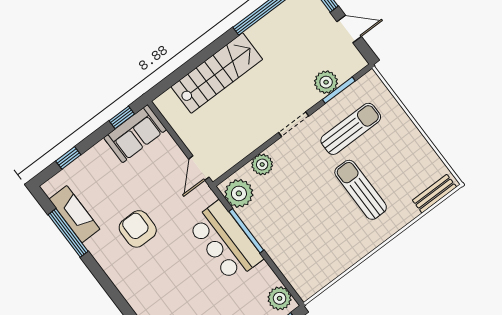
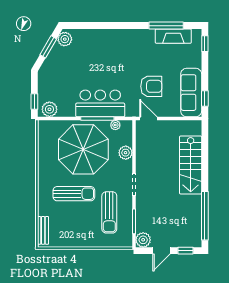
plant: (326, 82) -> (143, 240), moved
sofa: (135, 134) -> (191, 93), width x1.36
window: (68, 158) -> (205, 44), moved
plant: (239, 193) -> (115, 125), width x0.53, depth x0.53
parasol: (297, 219) -> (83, 149), added
armchair: (138, 229) -> (151, 86), moved

